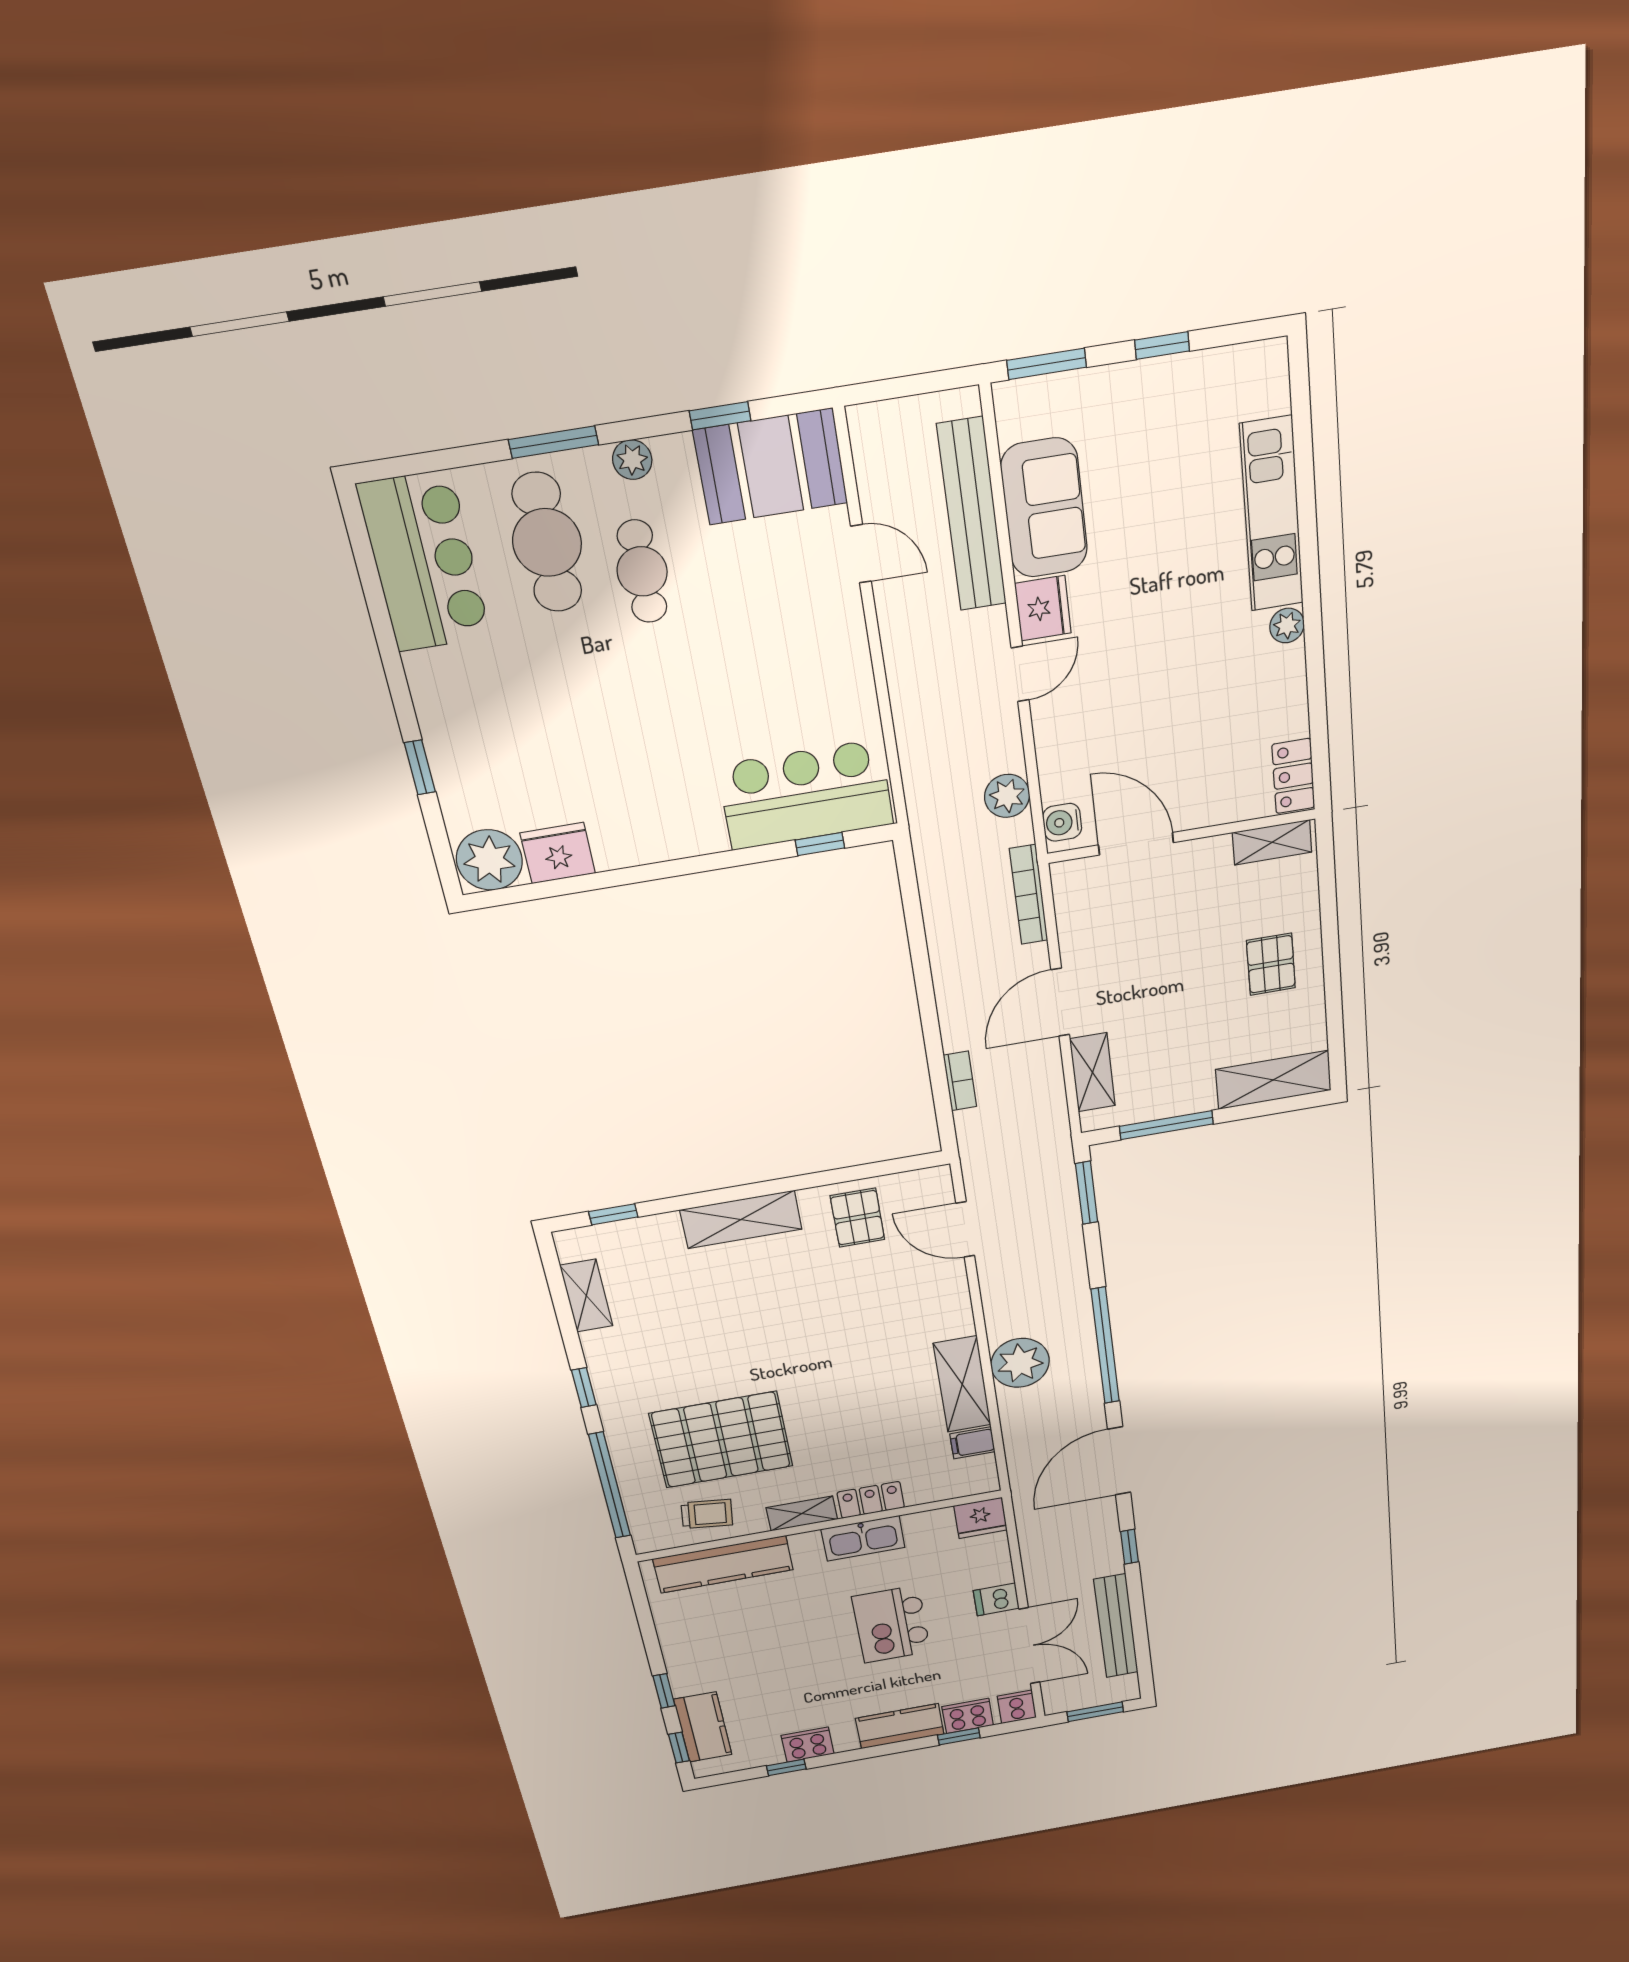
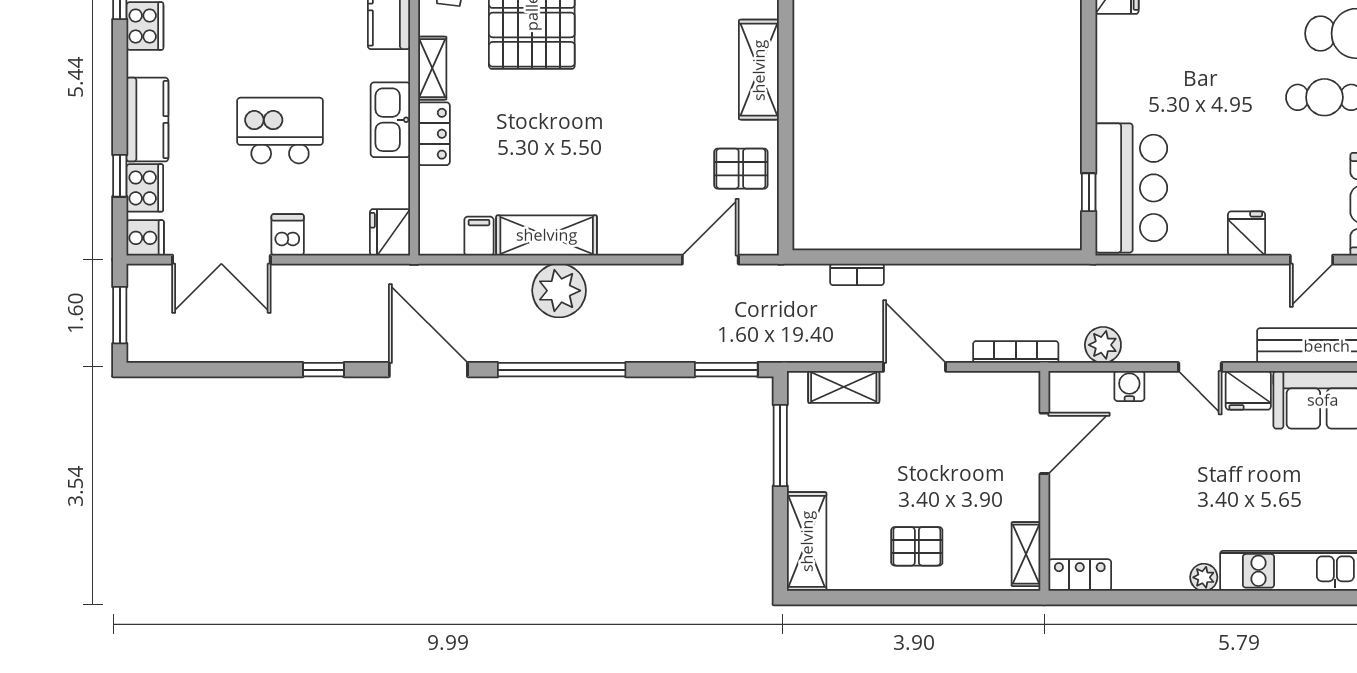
fridge: (840, 643) -> (1247, 233), added
water cooler: (1062, 822) -> (1129, 386), moved
bench: (1116, 1626) -> (227, 347), removed

